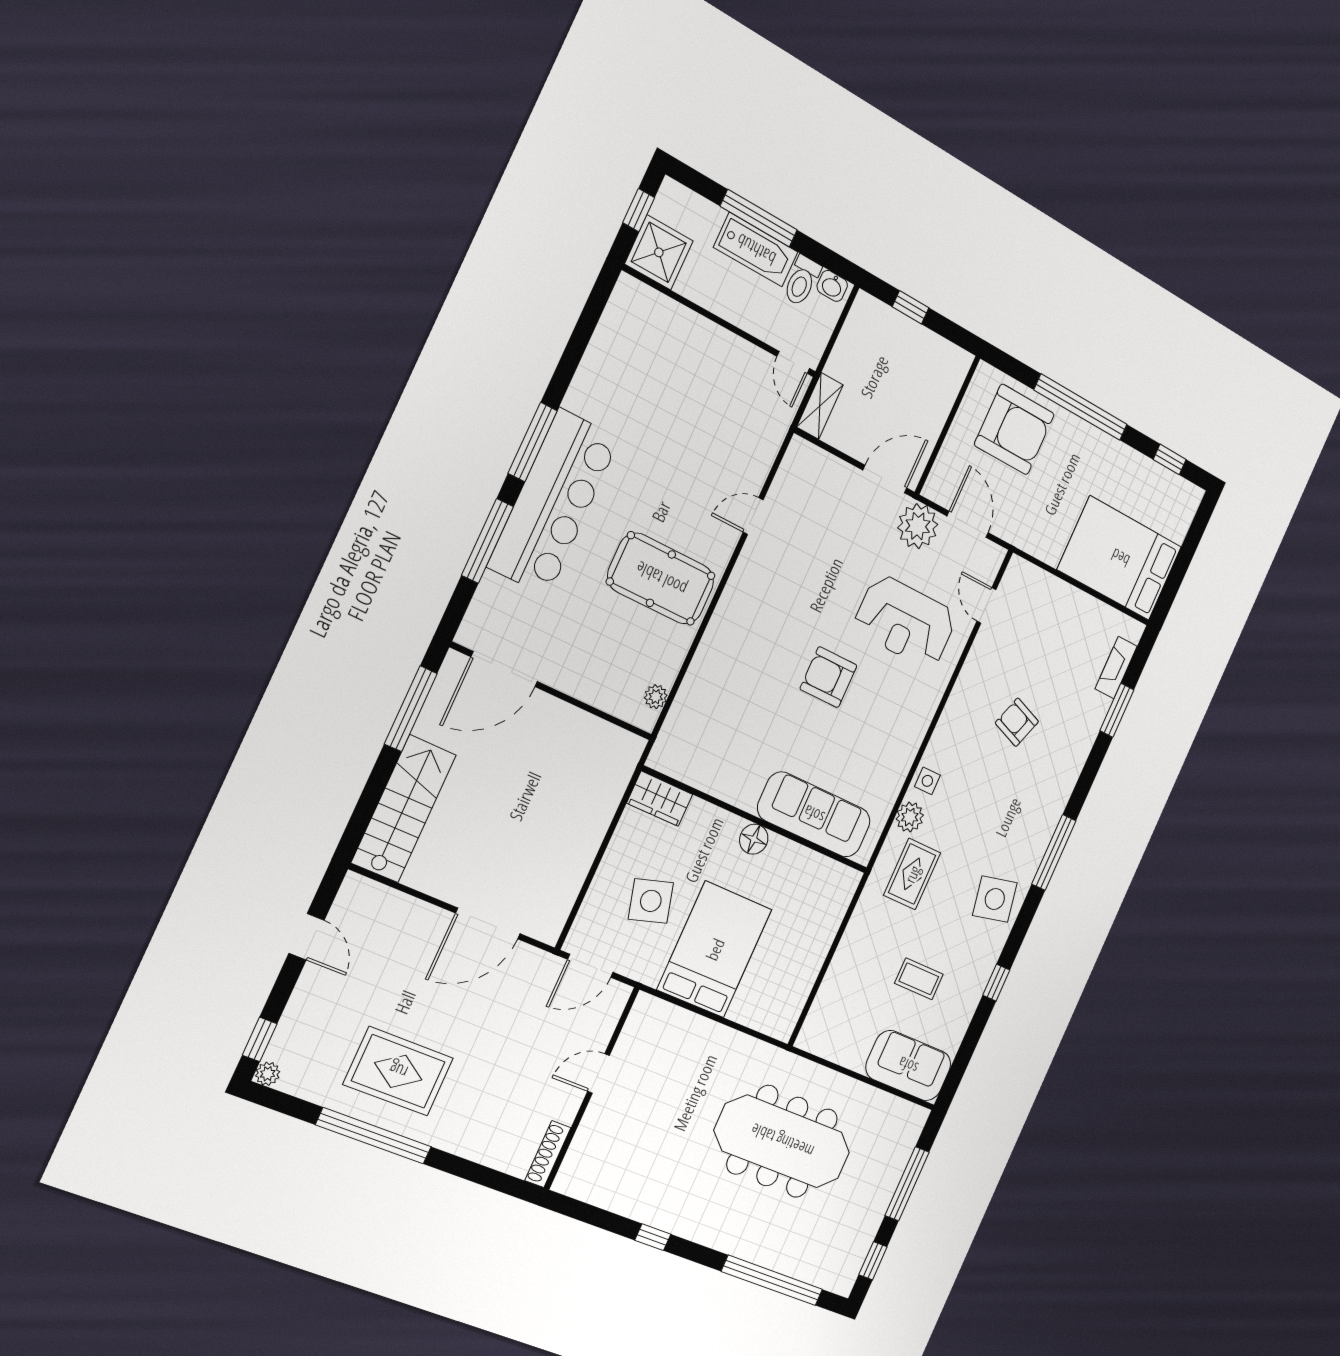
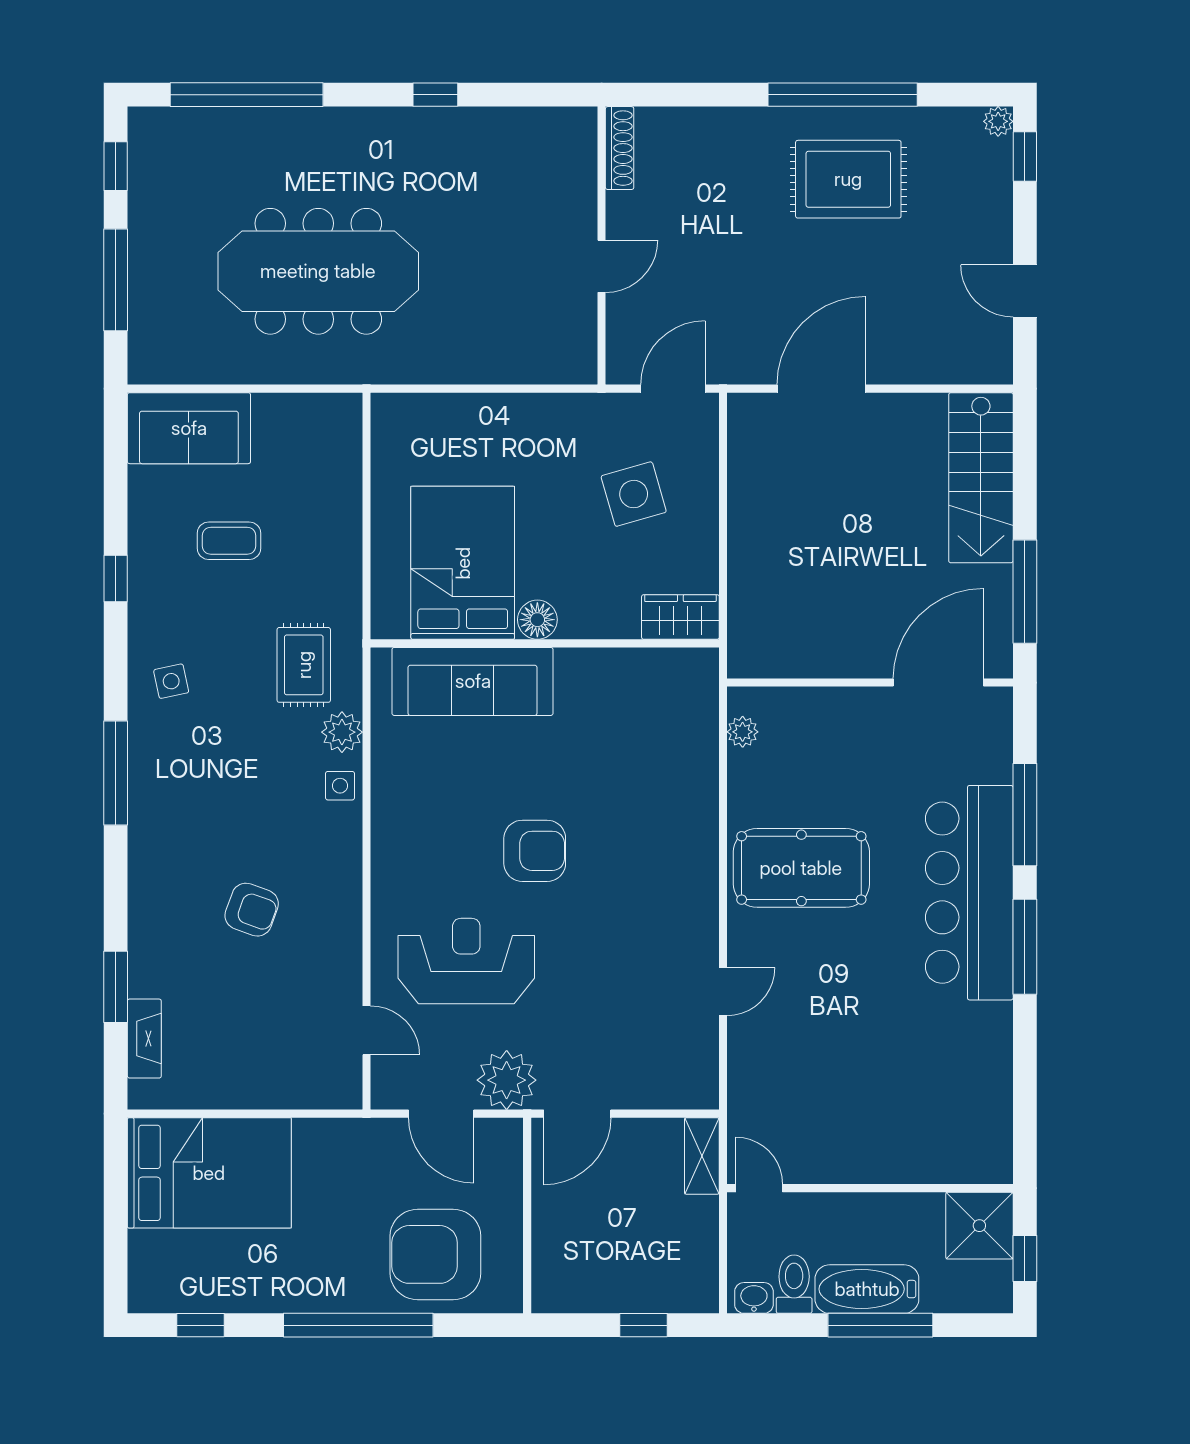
side table: (995, 899) -> (171, 681), width x0.54, depth x0.54
bed: (715, 949) -> (463, 563), moved, turned 180

